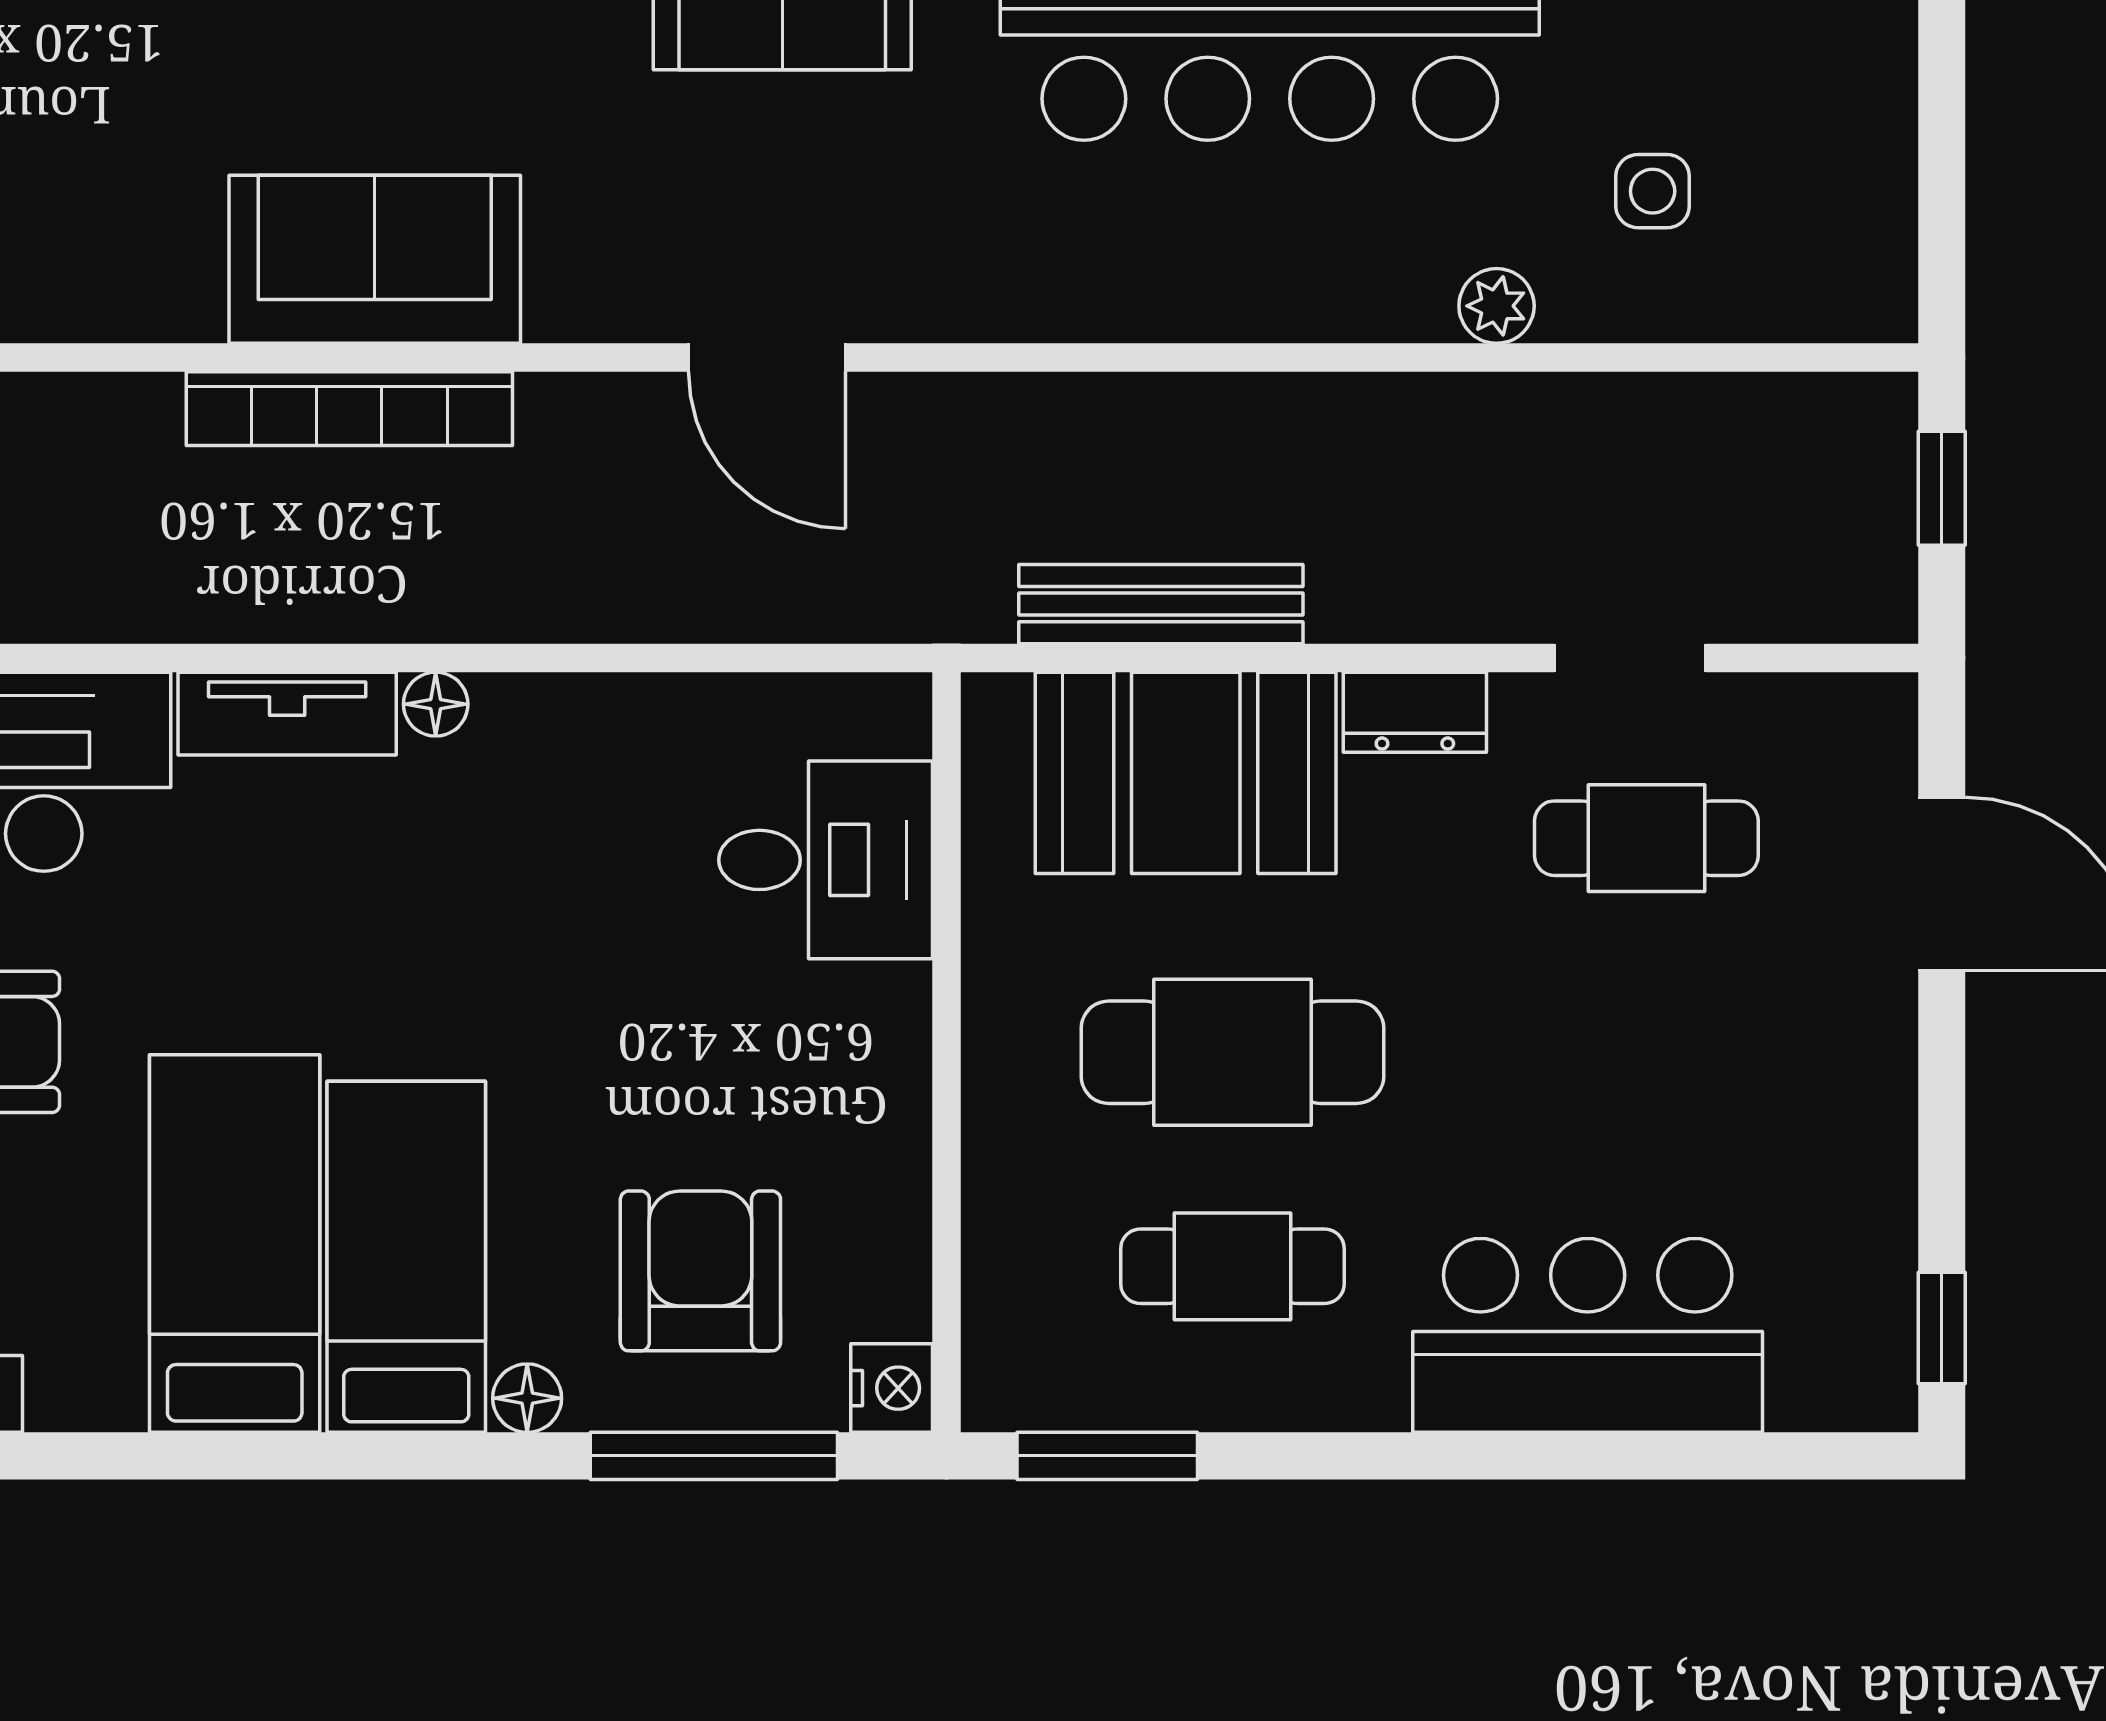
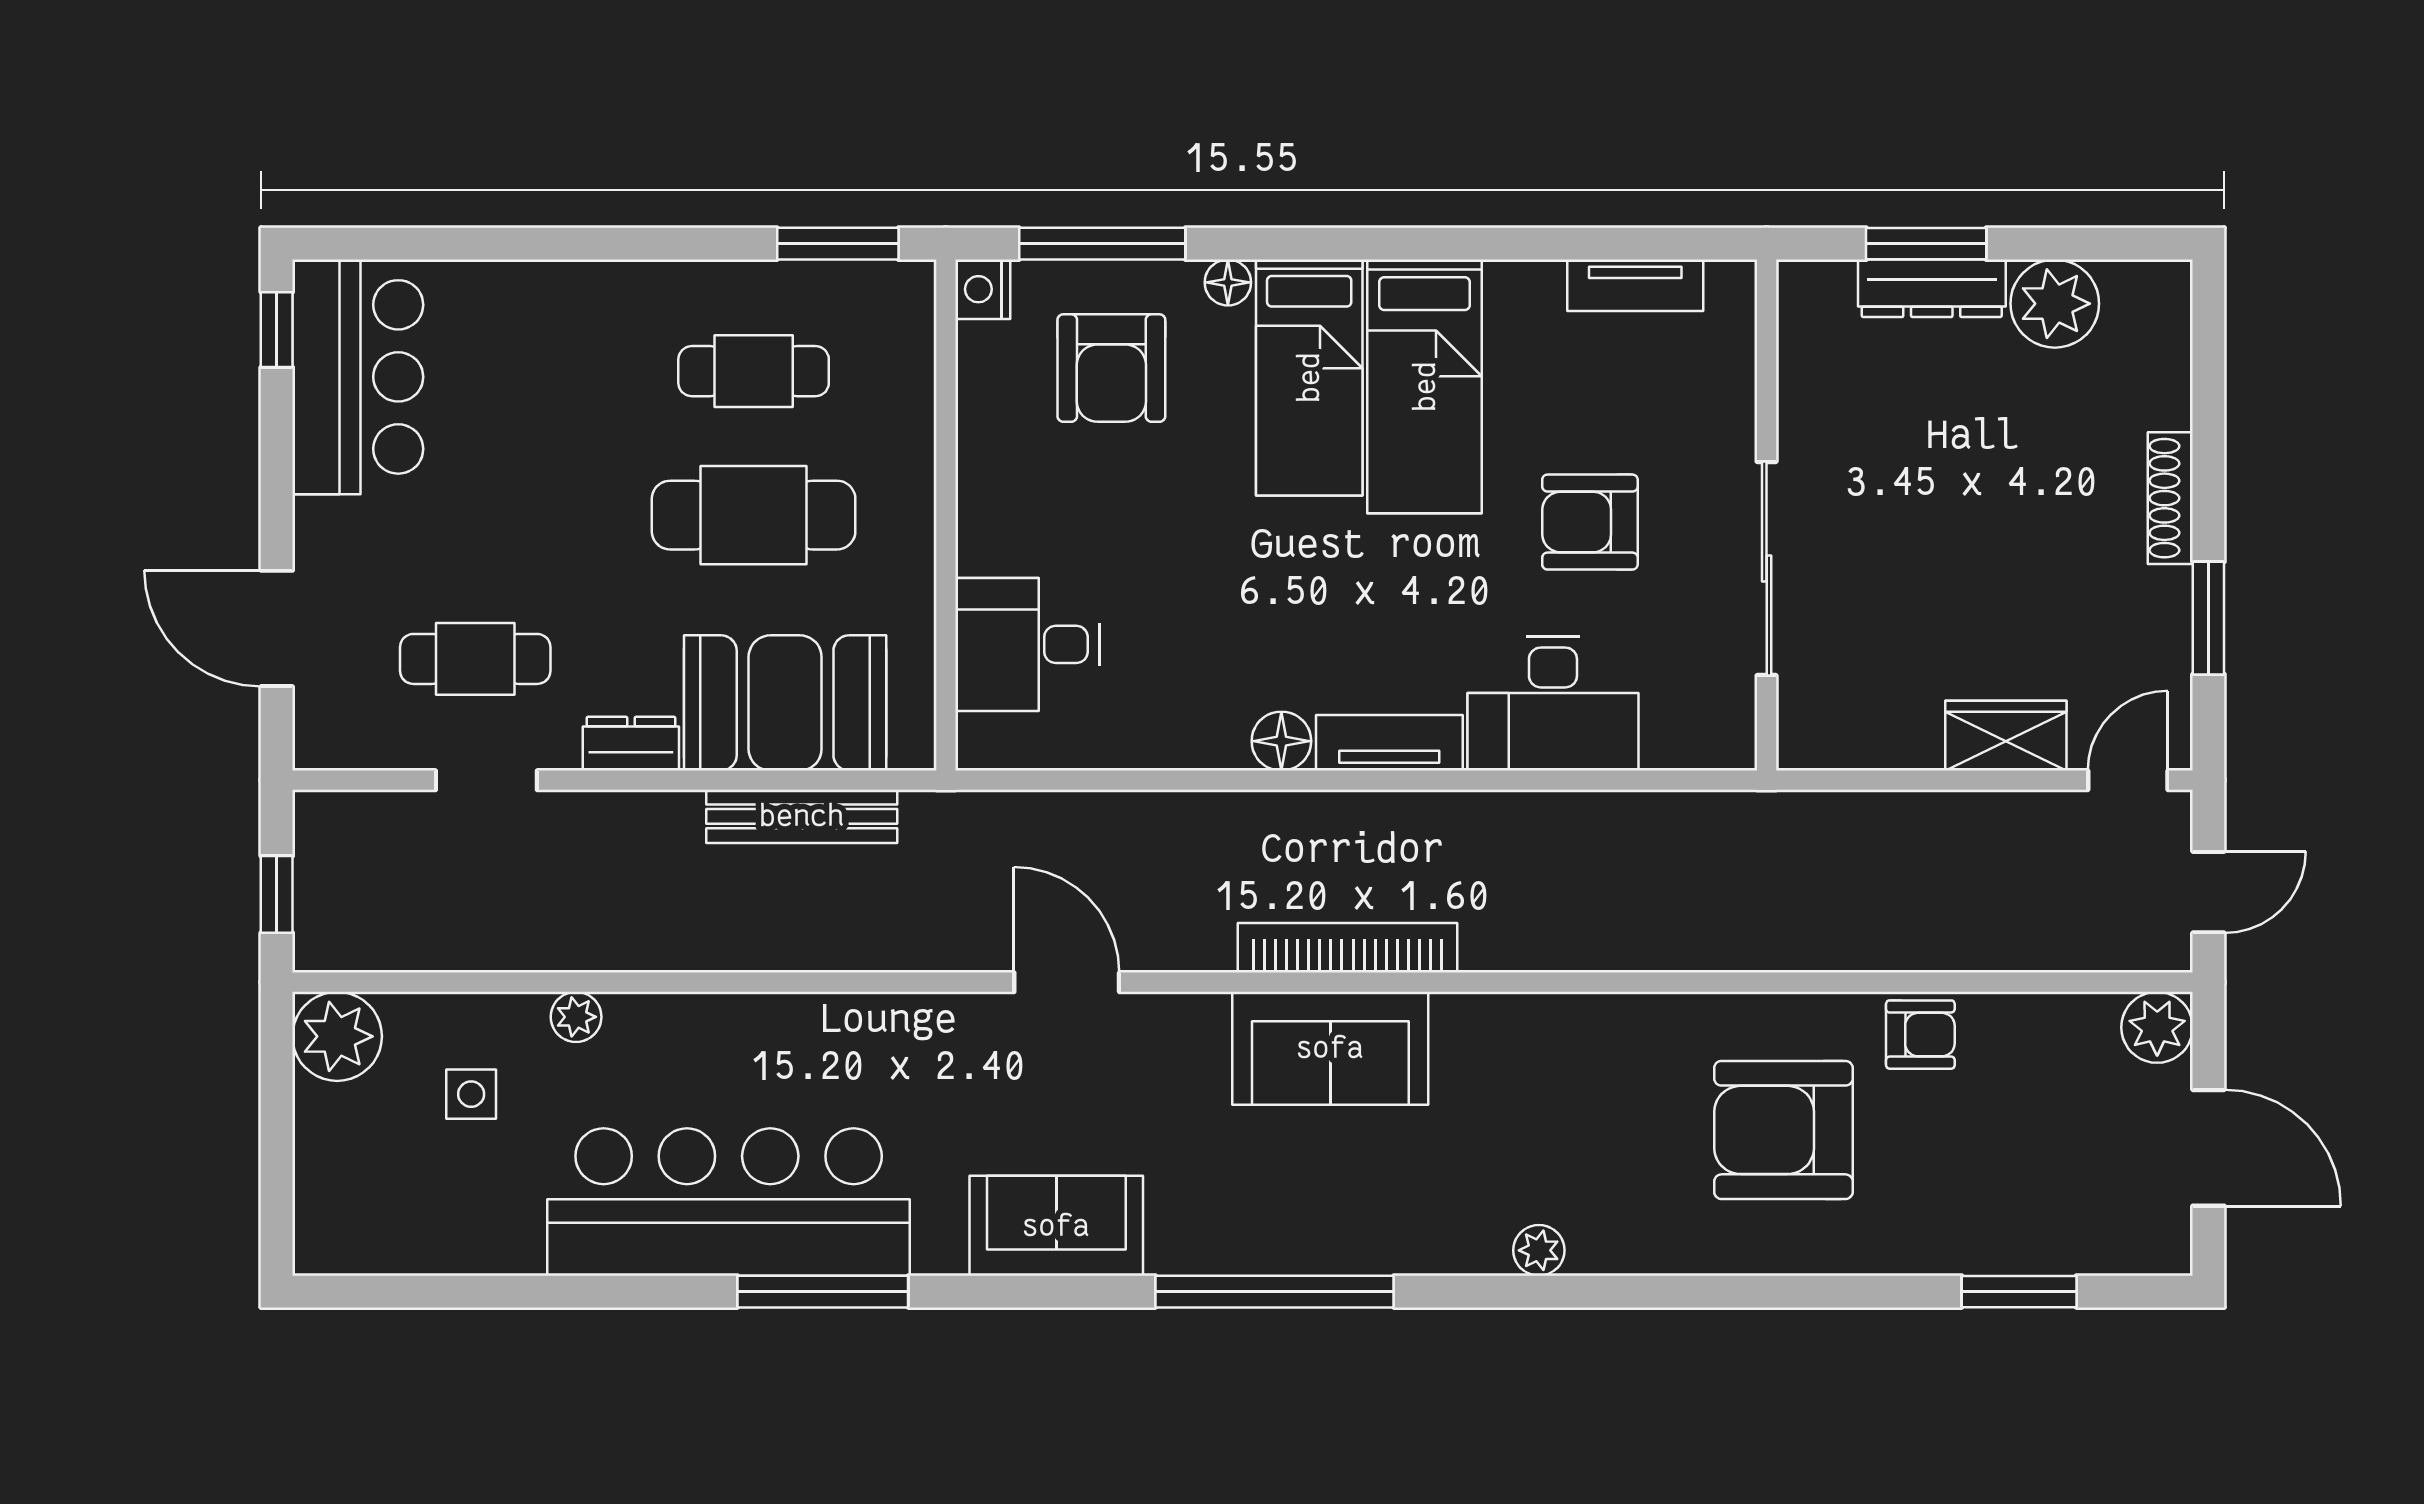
plant: (1852, 277) -> (337, 1036), added
floor lamp: (436, 704) -> (1281, 741), width x1.37, depth x1.37
bar counter: (1588, 1335) -> (358, 377), moved, turned -90

